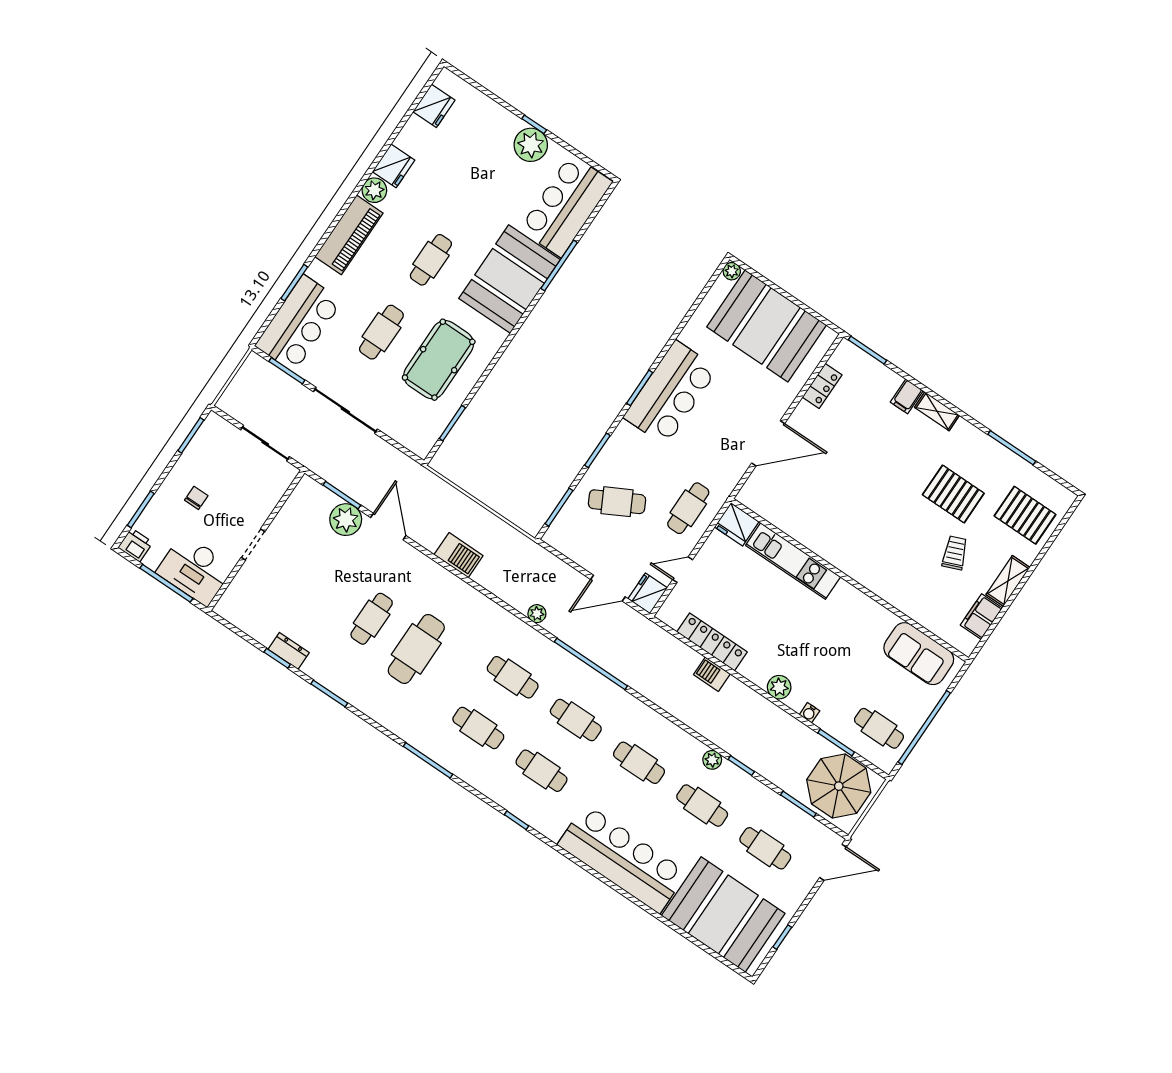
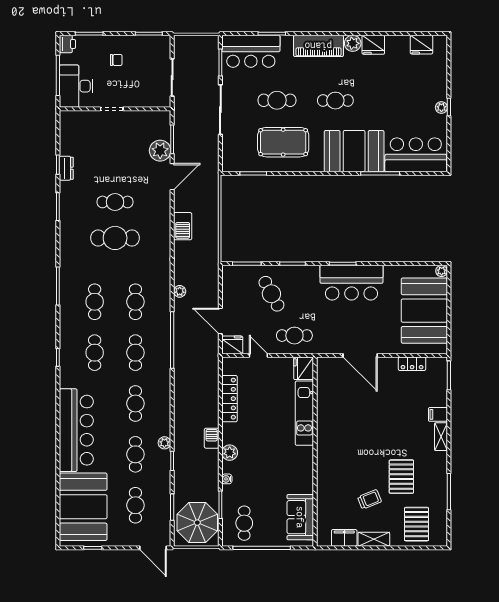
plant: (531, 145) -> (441, 108), width x0.53, depth x0.53
barbecue: (712, 674) -> (212, 438), moved

